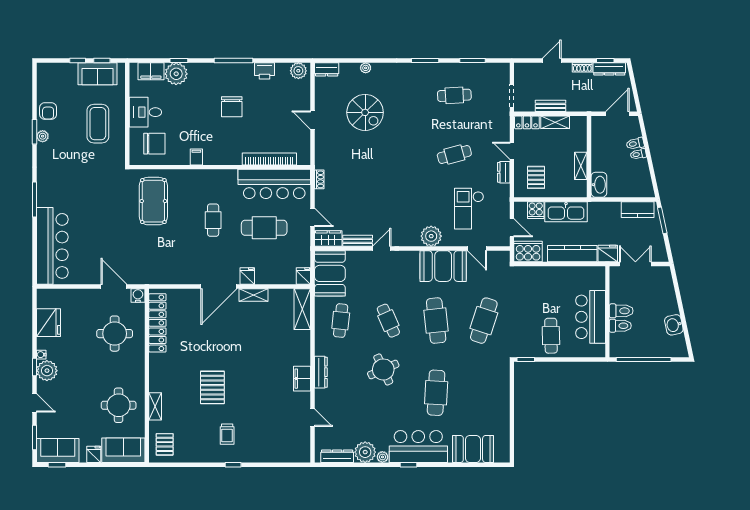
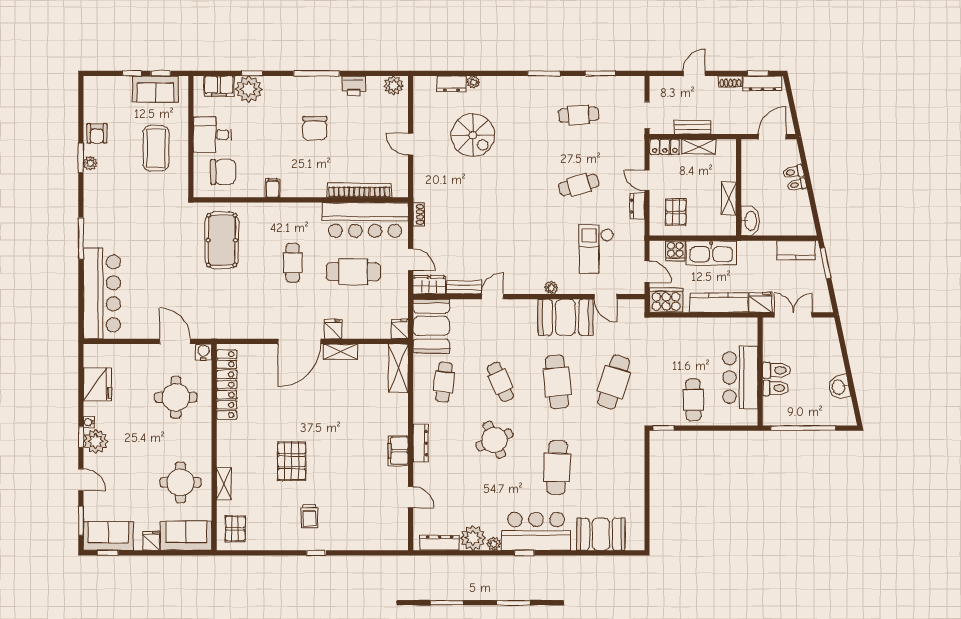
dresser: (327, 69) -> (452, 84), moved
plant: (431, 236) -> (551, 287), width x0.53, depth x0.53

